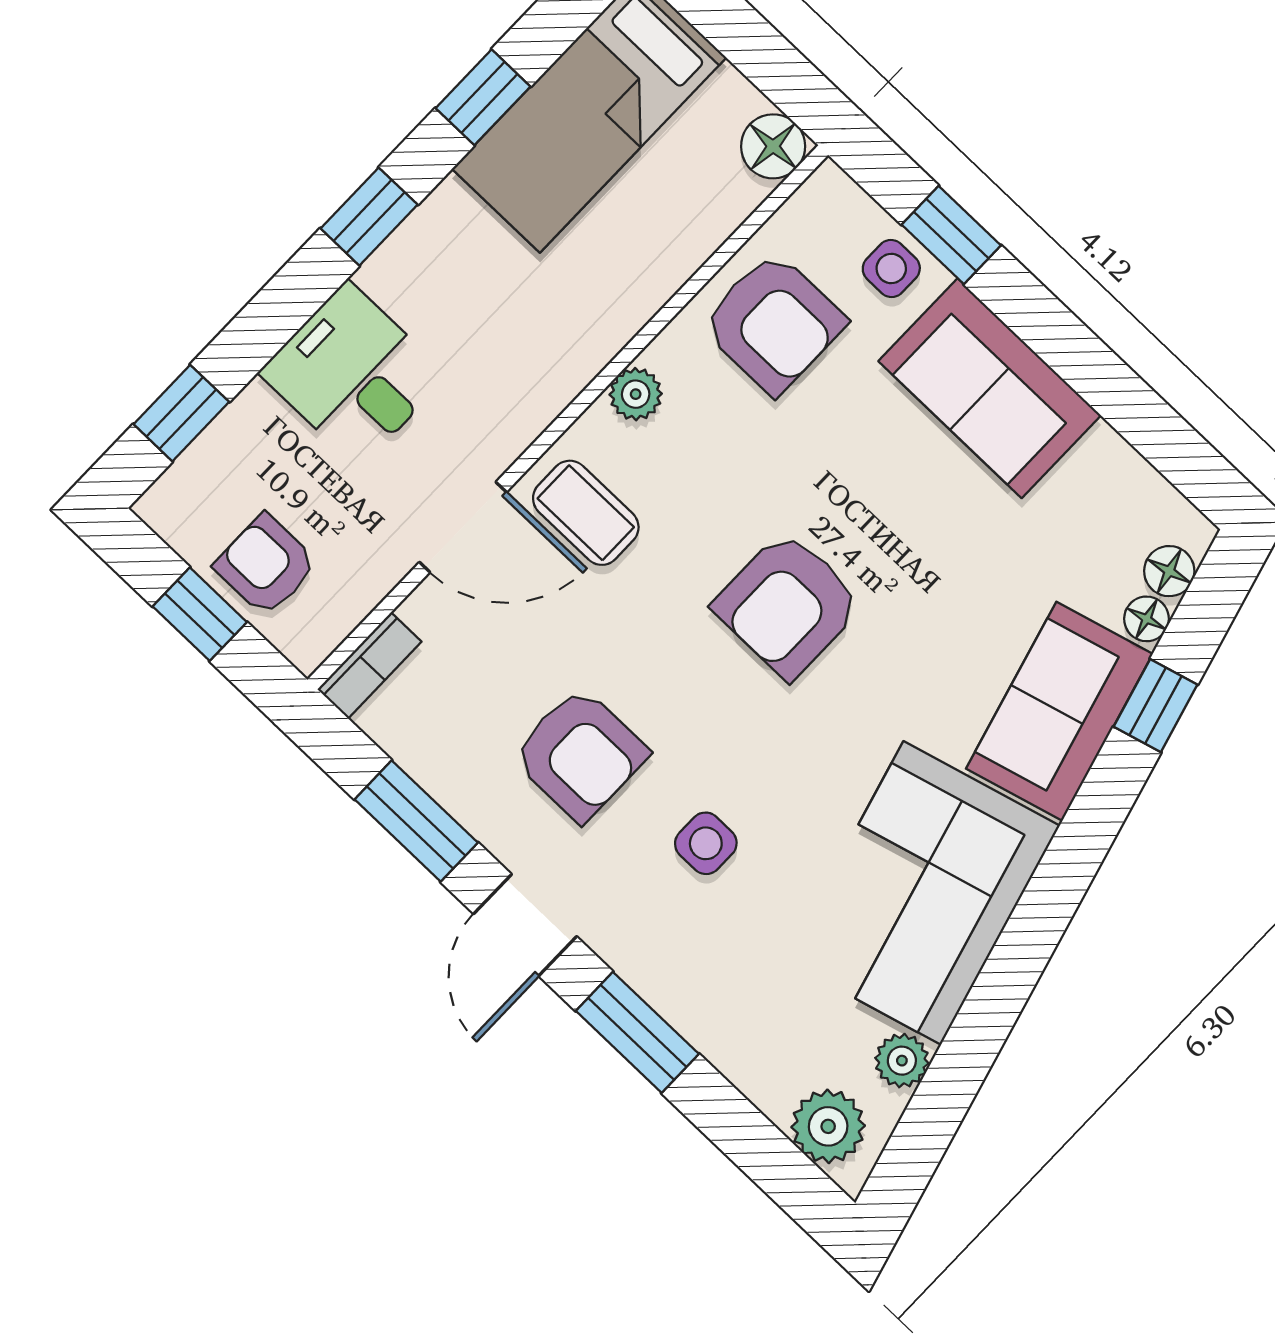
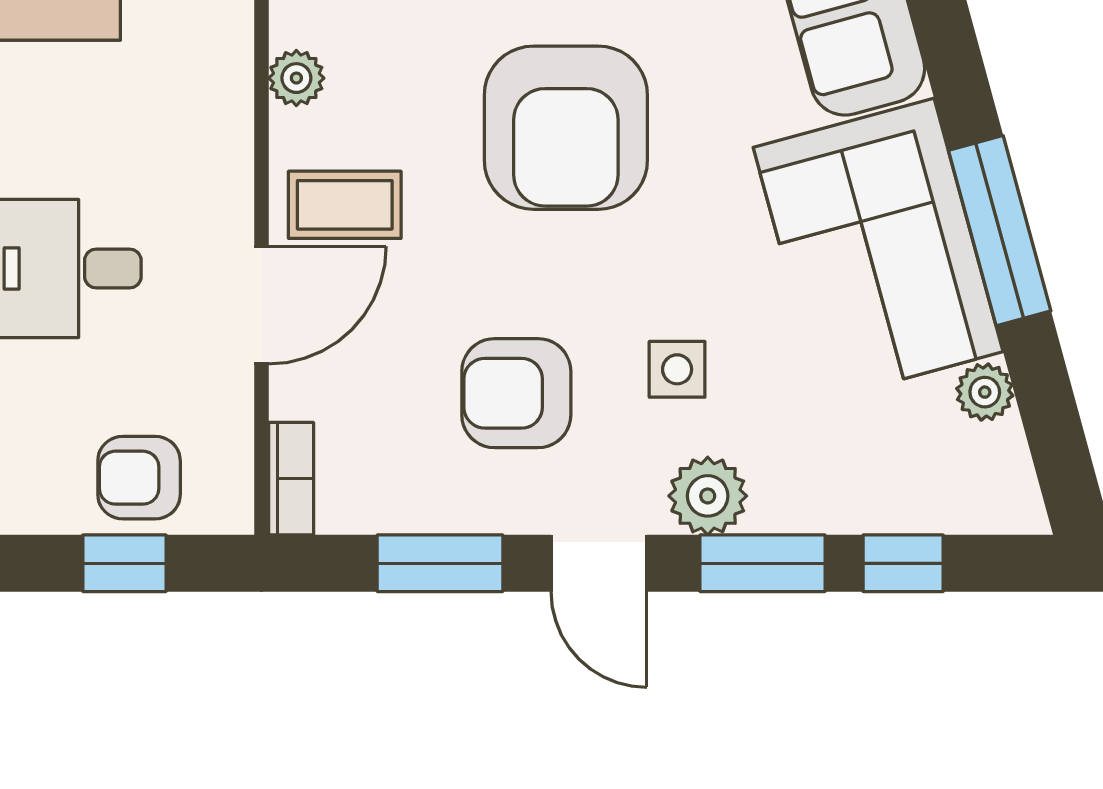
armchair: (788, 605) -> (566, 128), width x1.36, depth x1.36
armchair: (580, 754) -> (516, 393), turned 180
window: (1018, 960) -> (1000, 231), added
window: (734, 1125) -> (903, 563), added
plant: (828, 1126) -> (708, 496), moved

